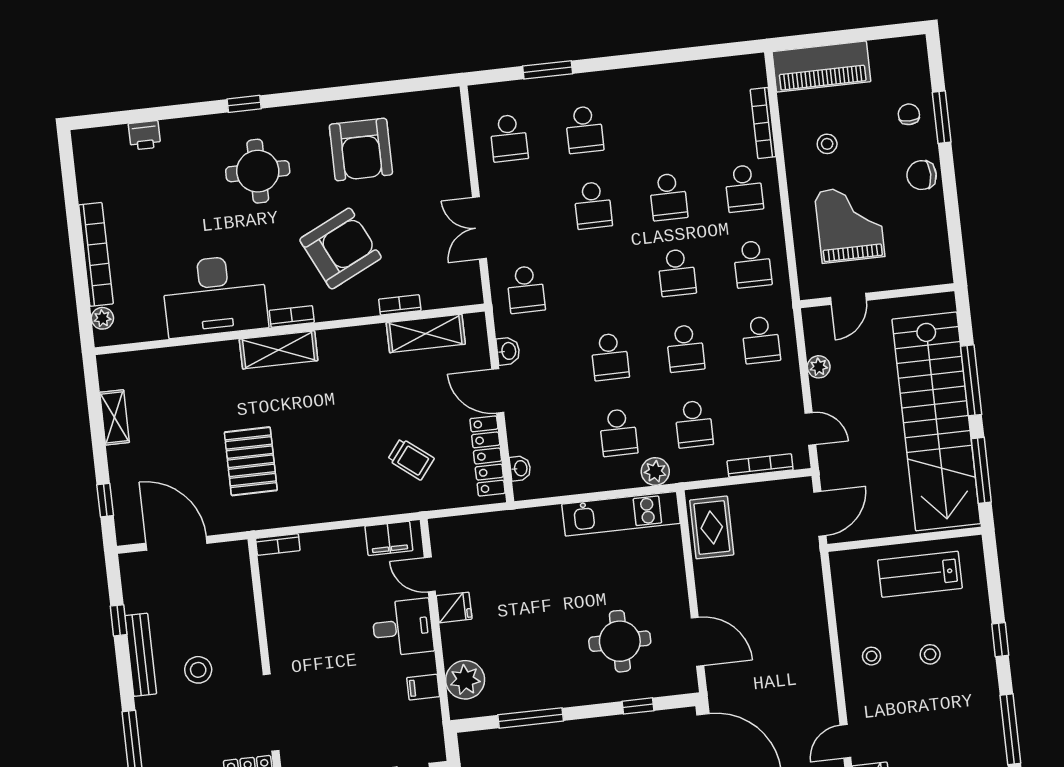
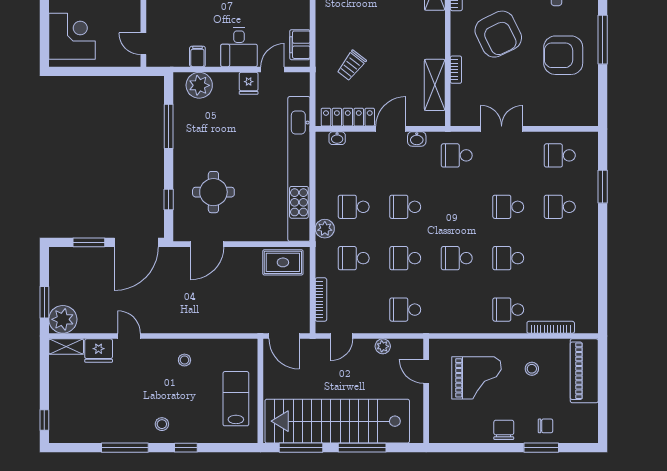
window: (331, 94) -> (603, 40), added
school desk: (752, 264) -> (457, 310), removed
kitchen unit: (621, 514) -> (299, 169), width x1.86
stool: (930, 654) -> (162, 424), moved

